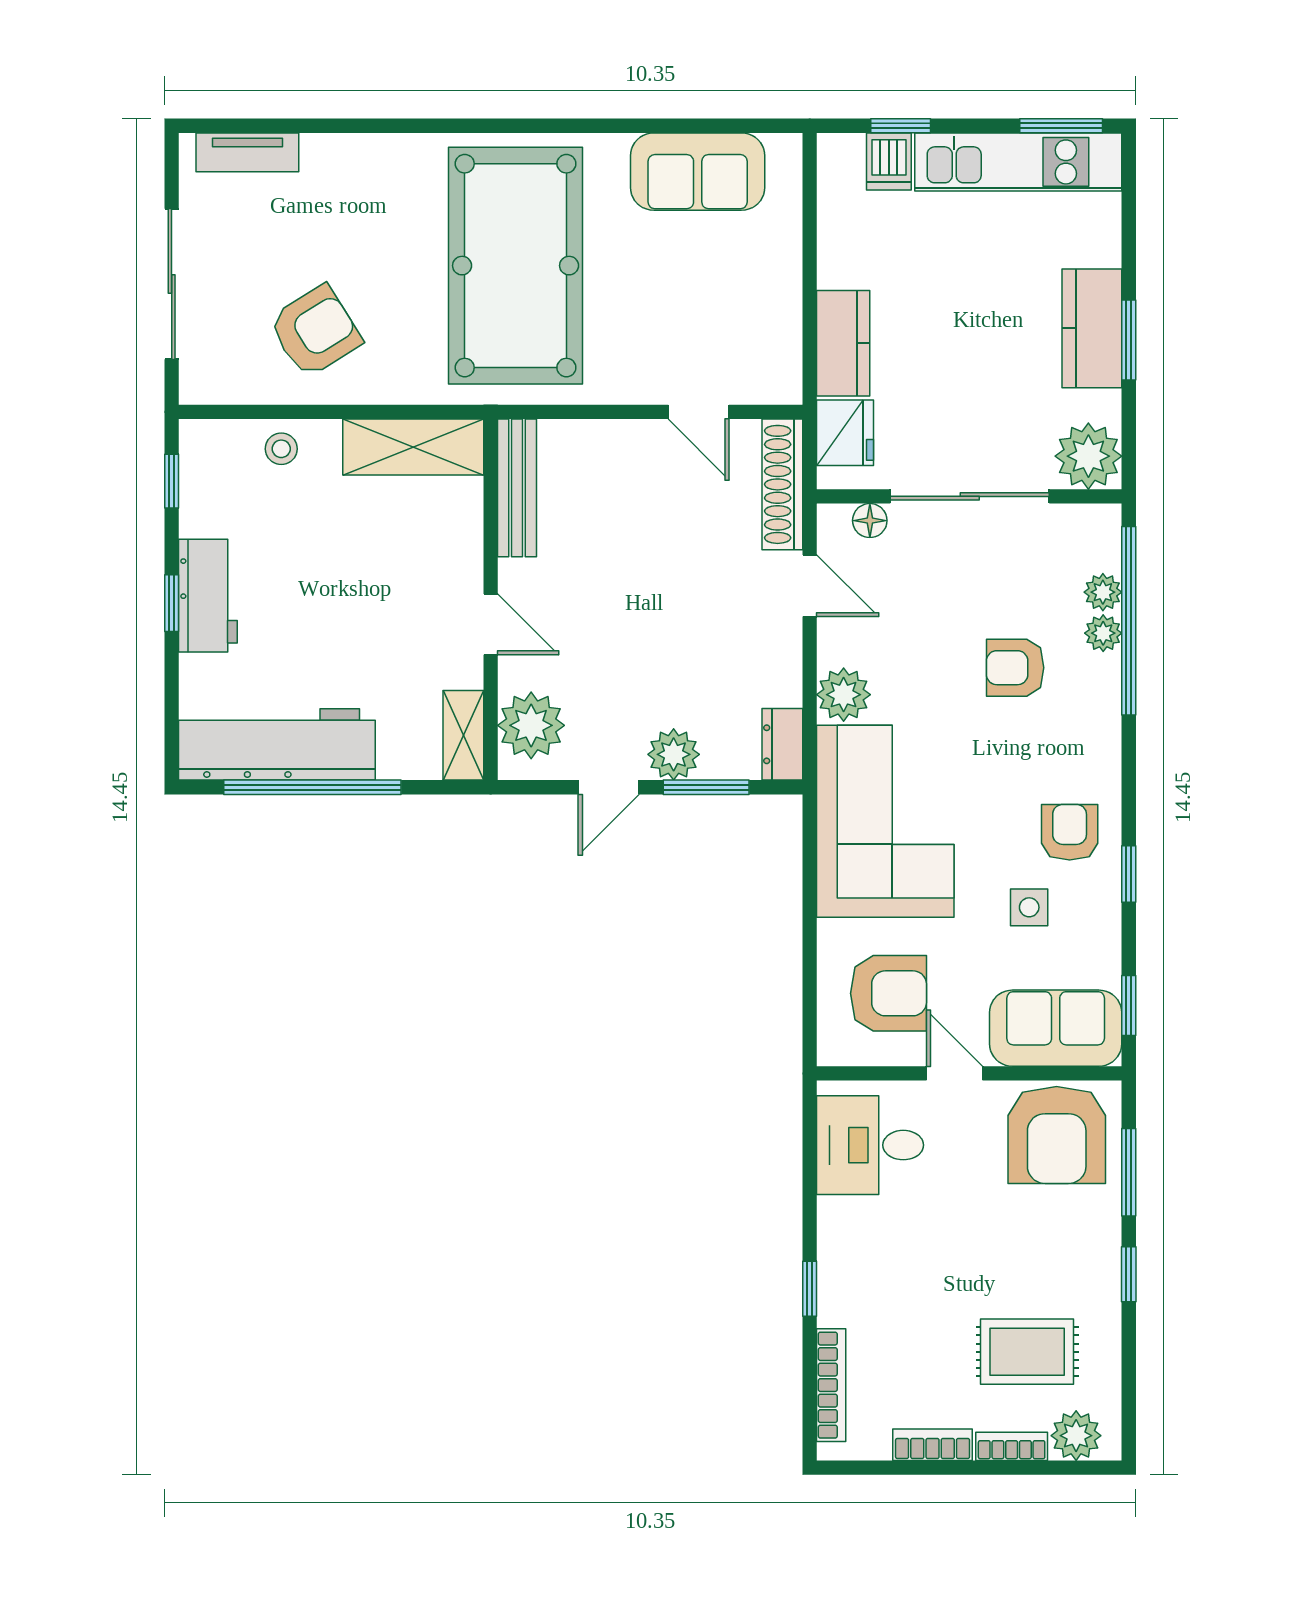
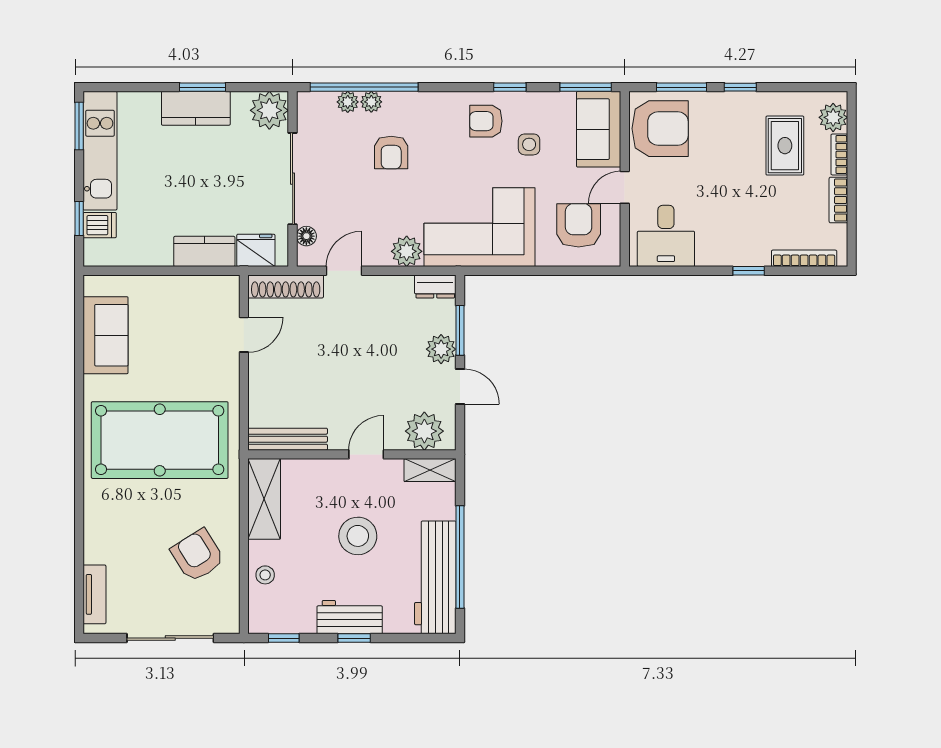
stool: (349, 610) -> (358, 536), added
window: (1129, 1006) -> (586, 87), width x1.50

